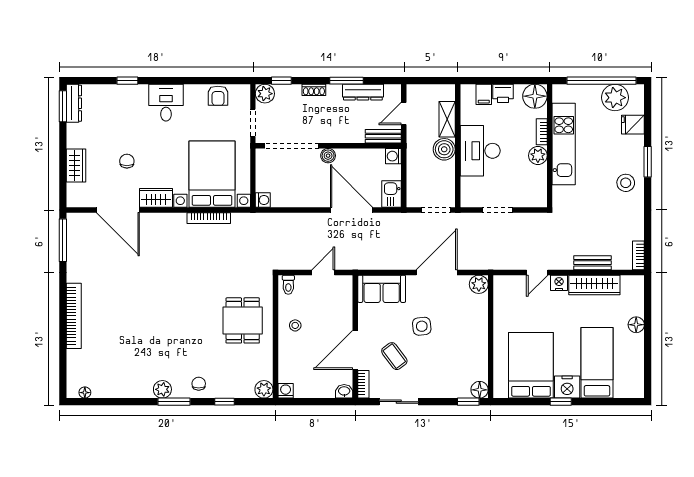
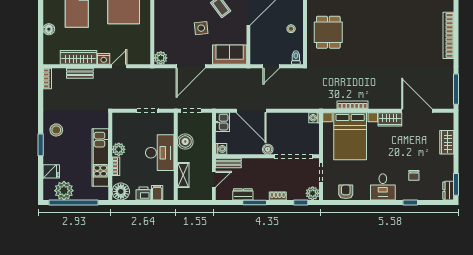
dresser: (363, 92) -> (243, 194), width x0.70
dresser: (74, 103) -> (448, 191), width x0.70
boiler: (444, 149) -> (185, 142), moved
chair: (127, 161) -> (414, 175), moved

